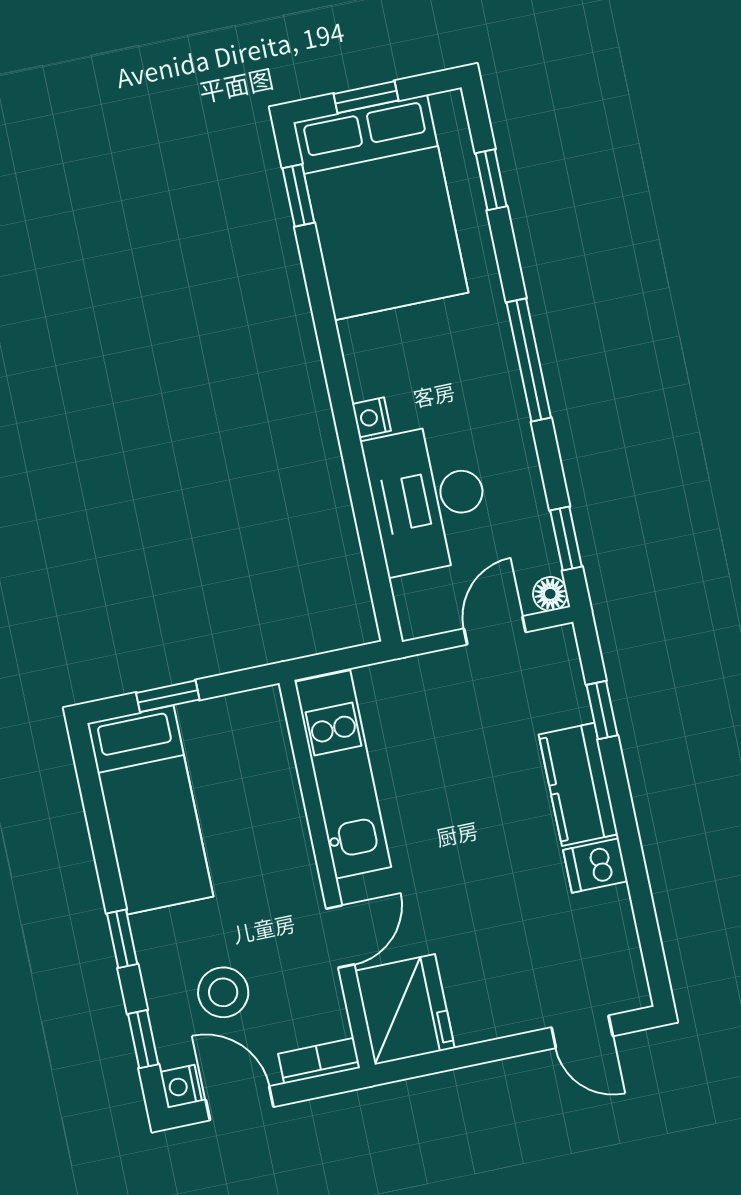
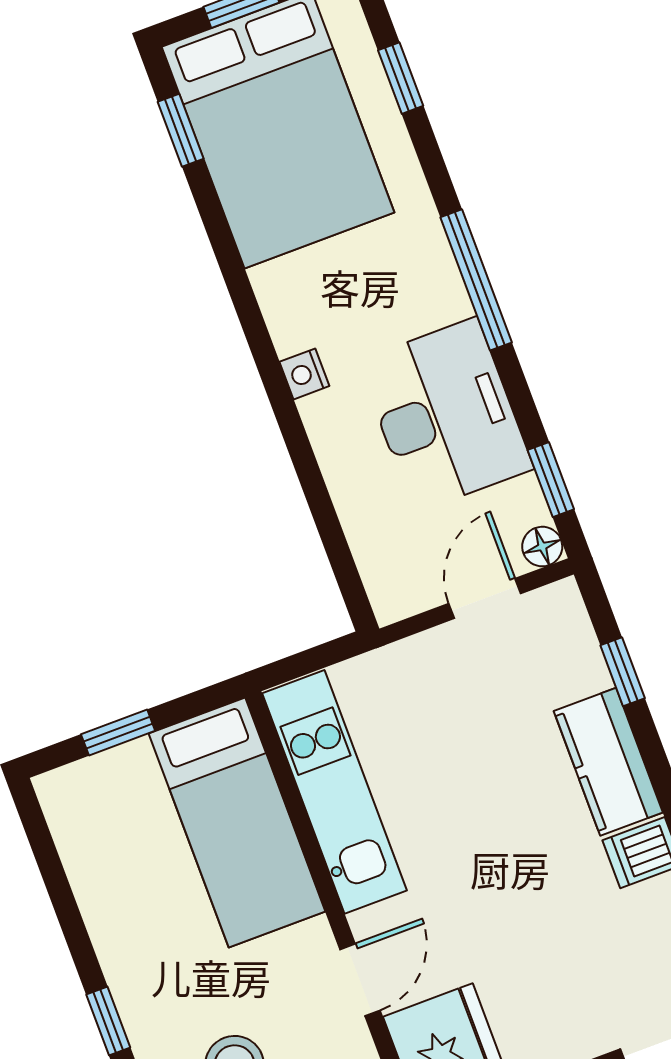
desk: (428, 499) -> (446, 415), moved, turned 180
bed: (150, 810) -> (237, 822), moved

